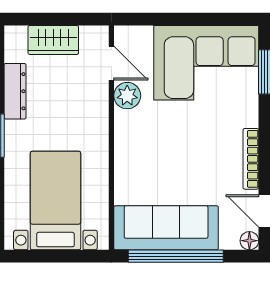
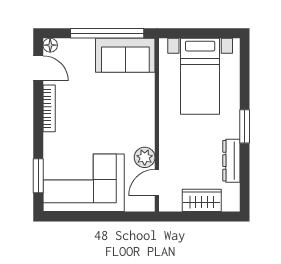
door: (111, 63) -> (157, 182), hinge flipped
sofa: (166, 228) -> (125, 55), width x0.73

